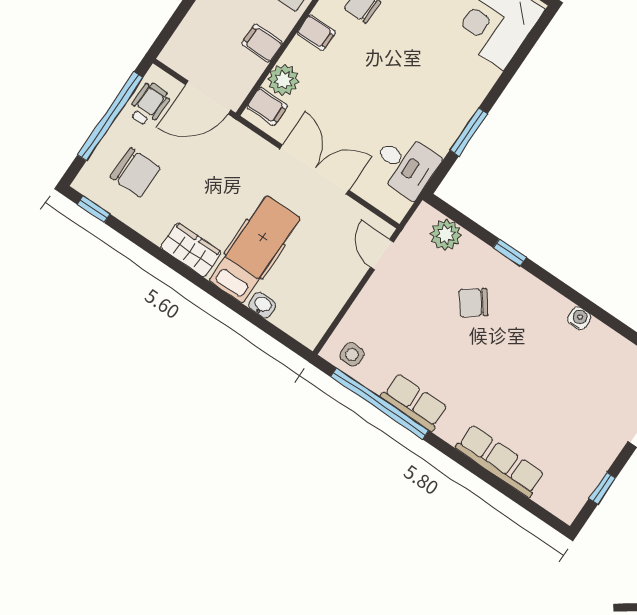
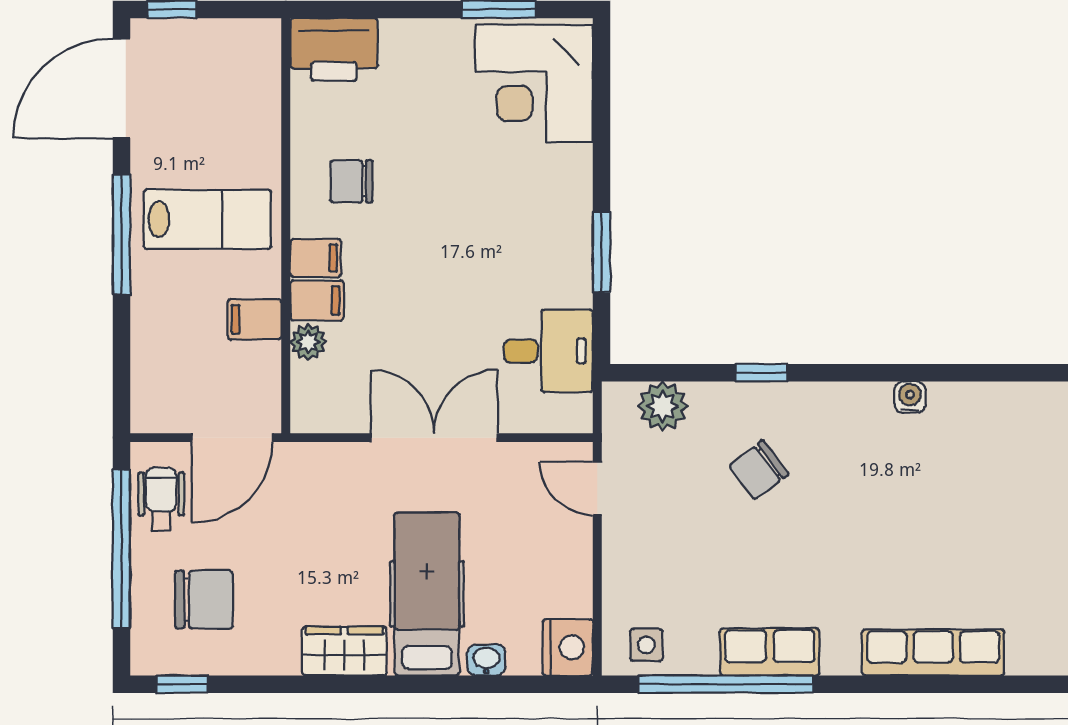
plant: (283, 80) -> (308, 342), width x0.73, depth x0.73
filing cabinet: (267, 106) -> (317, 300), moved
nightstand: (310, 328) -> (568, 647), added

